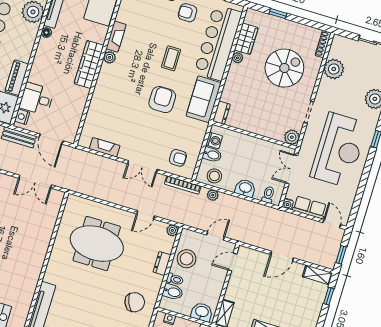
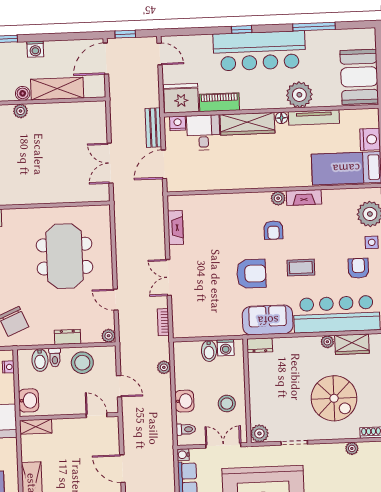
wardrobe: (89, 64) -> (247, 124), moved, turned 180
plant: (334, 69) -> (352, 448), width x0.53, depth x0.53
armchair: (178, 158) -> (273, 230), moved
stool: (214, 176) -> (227, 404), moved
bookcase: (183, 185) -> (163, 322), width x0.64

